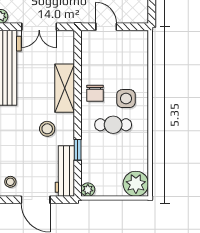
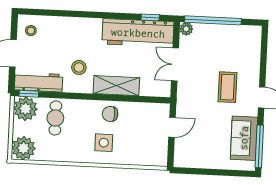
cafe table: (113, 125) -> (55, 118), moved
window: (78, 150) -> (29, 94), moved
plant: (88, 190) -> (25, 109), width x1.87, depth x1.87

